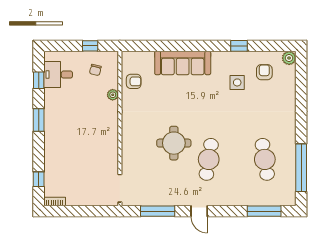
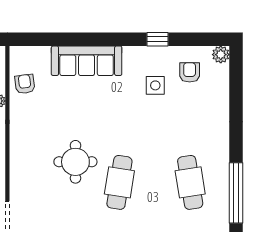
armchair: (134, 81) -> (25, 84), turned -97

